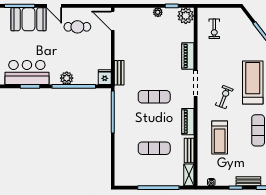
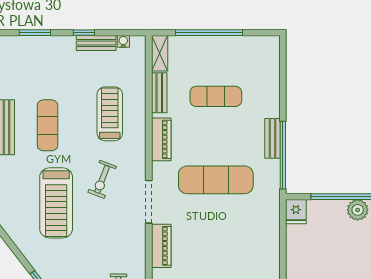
bench: (119, 73) -> (272, 138), moved
exercise mat: (154, 97) -> (216, 180), width x1.36, depth x1.45
bench: (248, 181) -> (96, 43), moved

